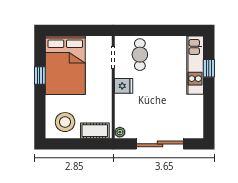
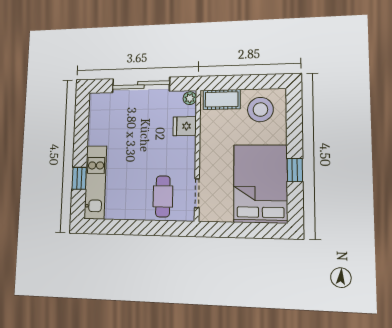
fridge: (124, 86) -> (185, 126), moved

